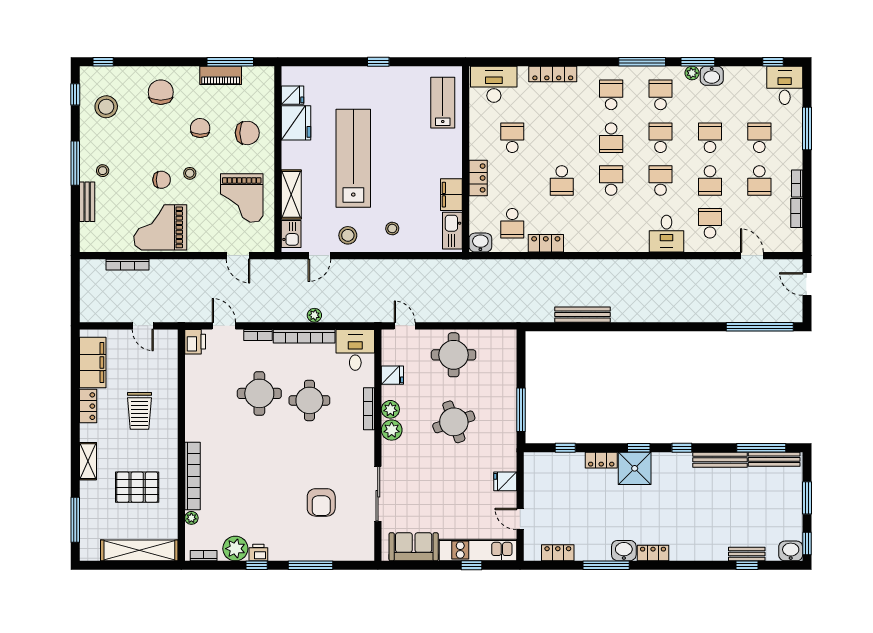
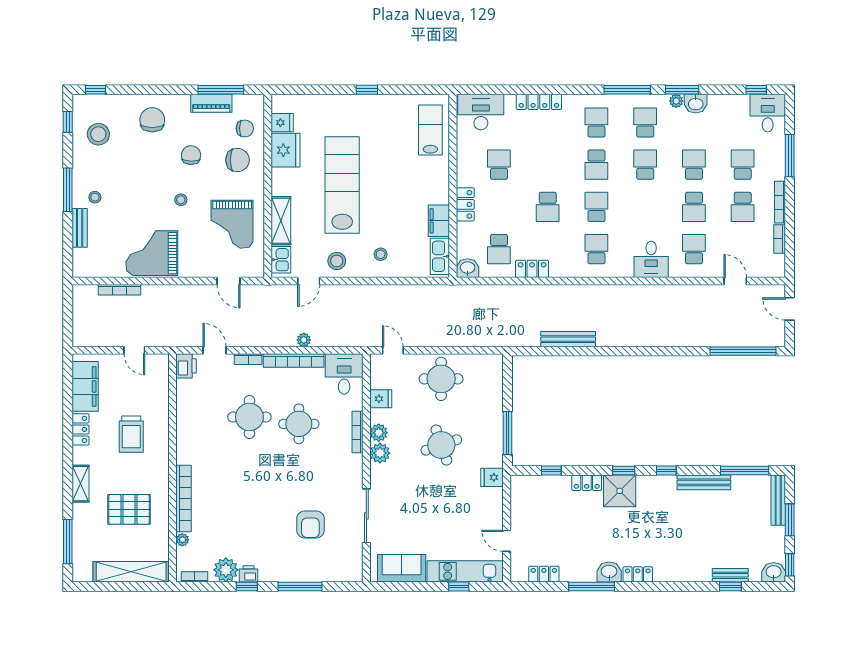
chair: (162, 180) -> (245, 128), moved
school desk: (661, 180) -> (596, 249), moved
bookcase: (797, 183) -> (780, 202), width x1.56
bench: (774, 459) -> (778, 500), moved, turned 90
fridge: (505, 481) -> (492, 477), moved

